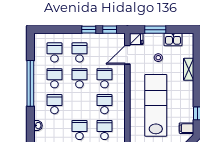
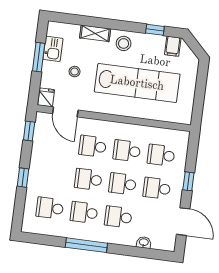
window: (89, 30) -> (23, 178), moved
window: (155, 30) -> (39, 57), moved
school desk: (79, 52) -> (123, 184), moved
window: (30, 83) -> (86, 245), width x0.68
stool: (184, 91) -> (124, 43), added
lab bench: (156, 105) -> (137, 83), turned 180

